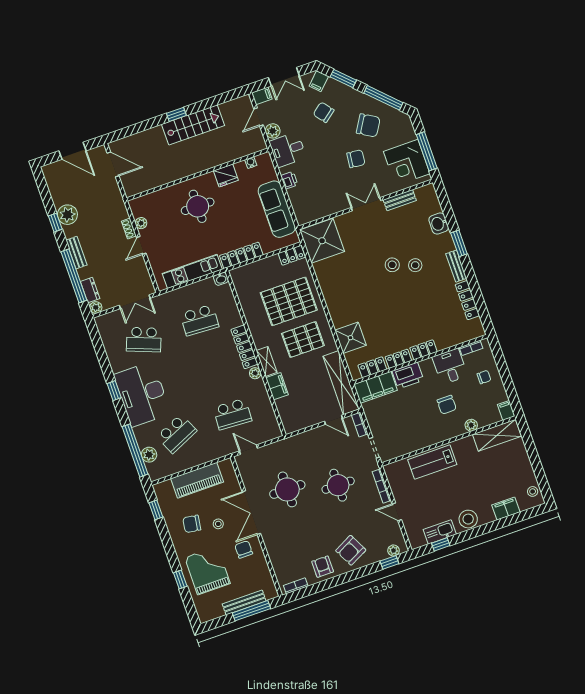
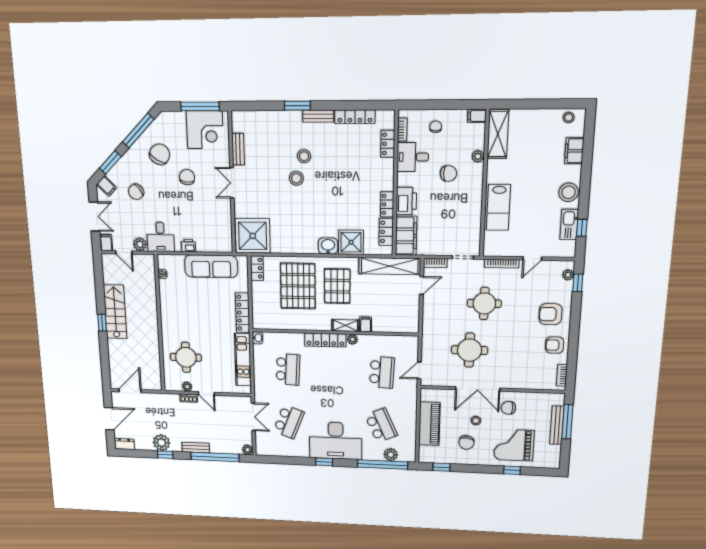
fridge: (226, 175) -> (167, 300), removed
round table: (198, 206) -> (186, 357), moved
washbasin: (439, 224) -> (328, 246), moved, turned 180
dresser: (90, 290) -> (124, 444), moved
locker: (423, 350) -> (388, 144), moved
filing cabinet: (277, 386) -> (366, 324), width x0.50
armchair: (351, 550) -> (551, 314), turned 117

